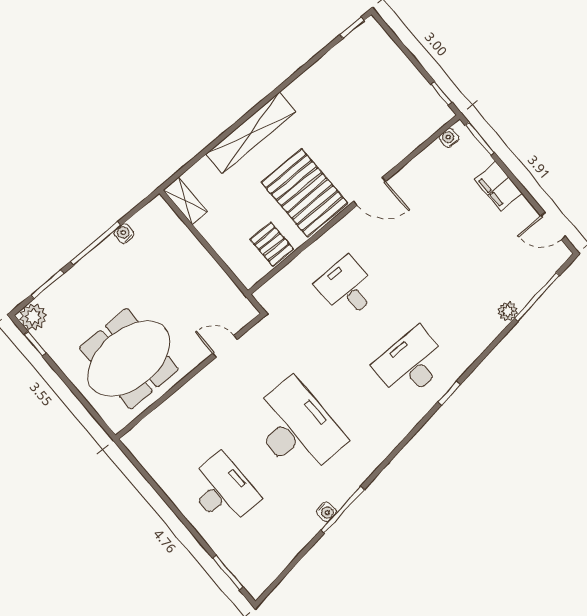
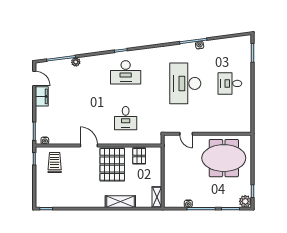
trolley: (403, 115) -> (55, 163), added
shelving: (251, 133) -> (120, 202), width x0.68
filing cabinet: (498, 186) -> (42, 96), moved
desk: (223, 491) -> (230, 83), width x0.73

